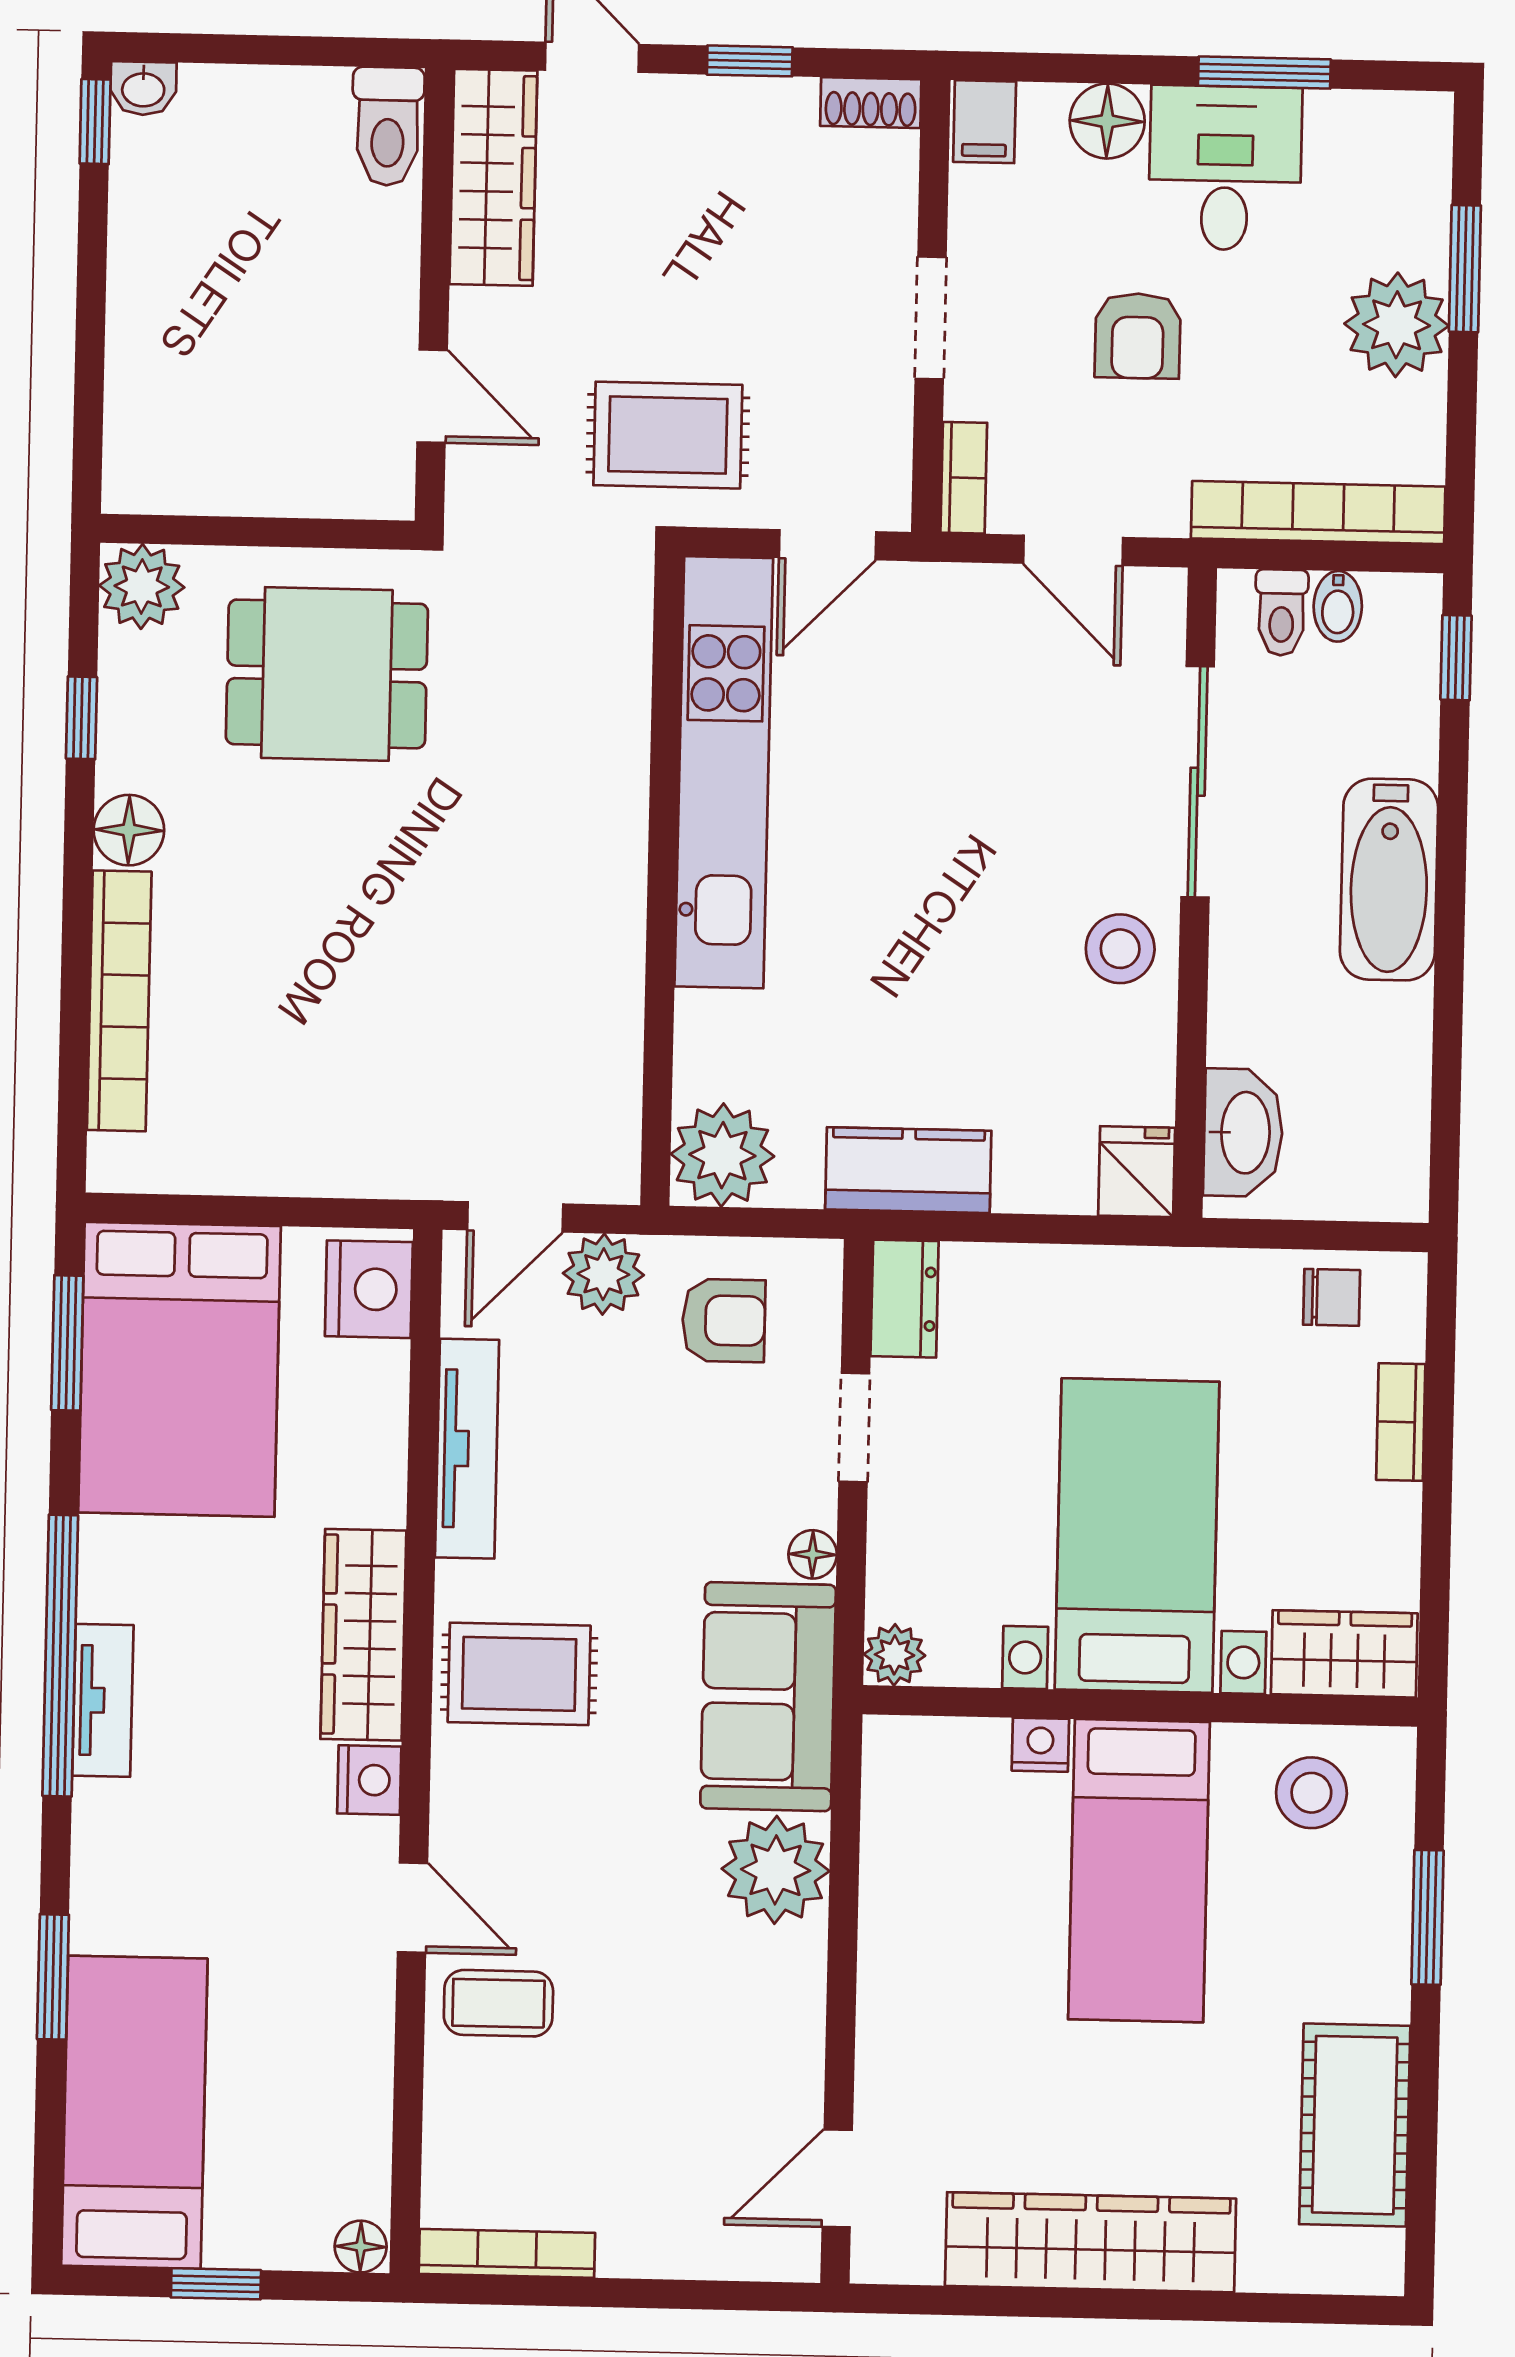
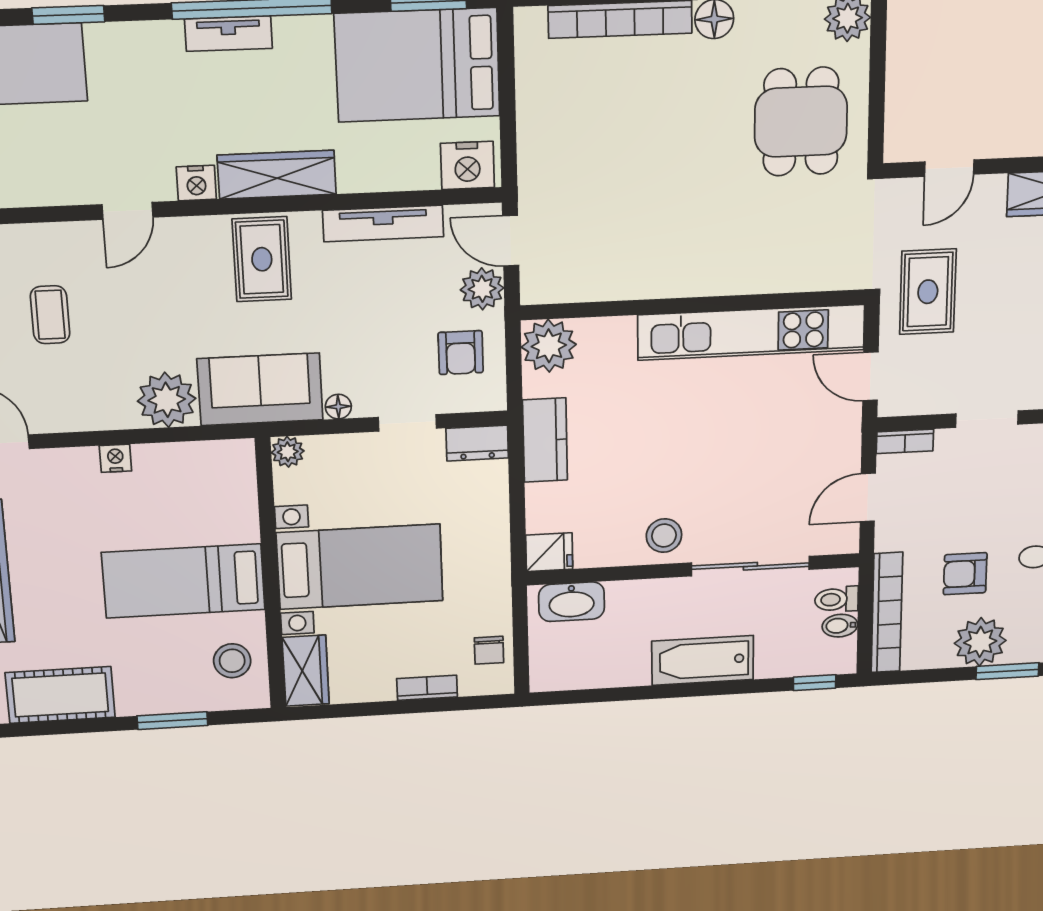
armchair: (1138, 336) -> (965, 574), moved
nightstand: (1040, 1745) -> (115, 458), moved, turned -90
coffee table: (498, 2003) -> (50, 315), moved

